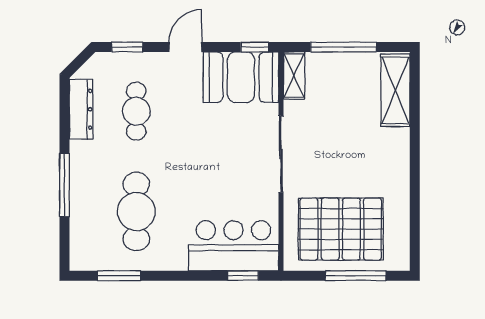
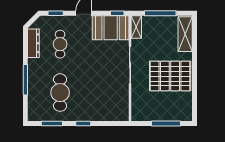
pallet: (341, 229) -> (170, 76), moved
bar counter: (233, 246) -> (107, 109), removed
window: (243, 276) -> (83, 124), moved

